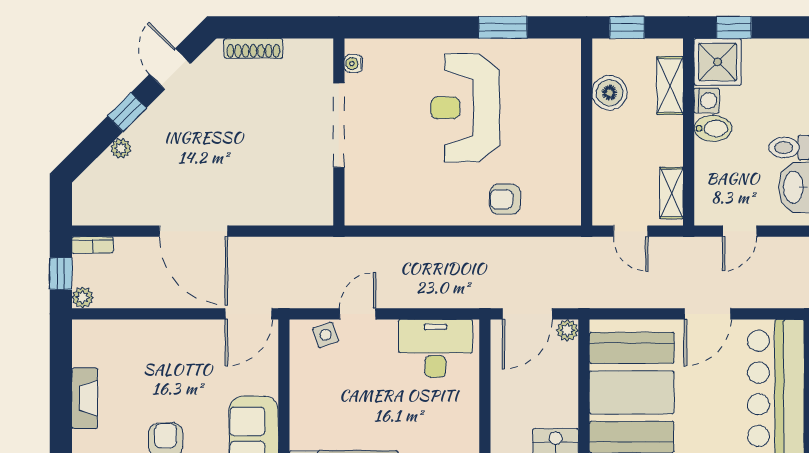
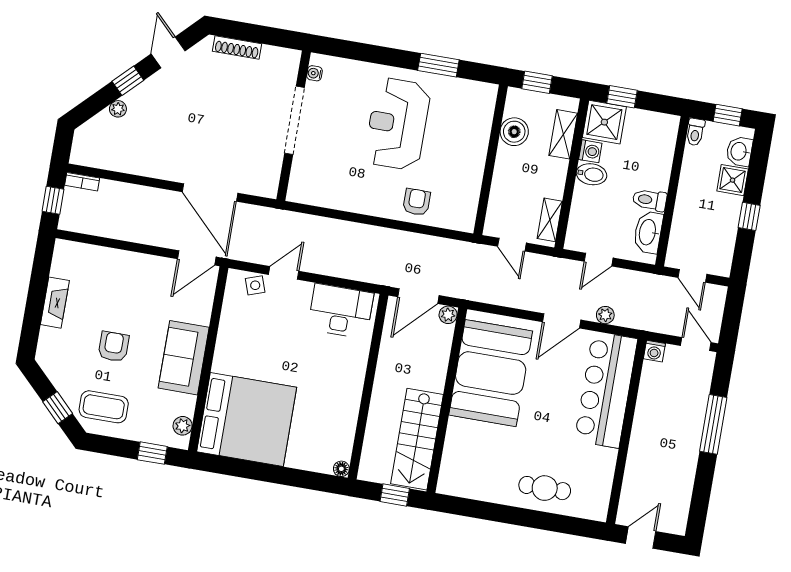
armchair: (505, 199) -> (417, 202), turned 90
door: (193, 231) -> (210, 193), moved
plant: (83, 297) -> (605, 315), moved

